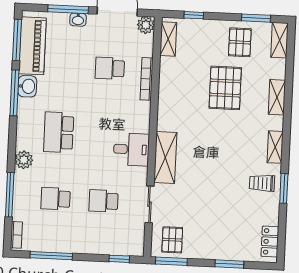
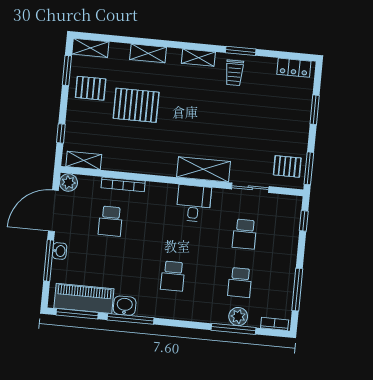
school desk: (59, 132) -> (173, 276), width x0.54
plant: (24, 160) -> (238, 317), moved

